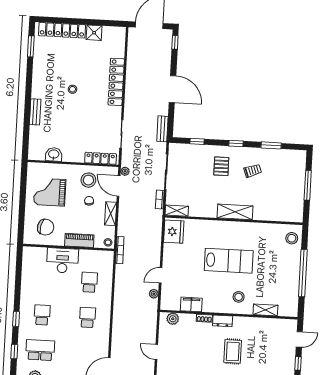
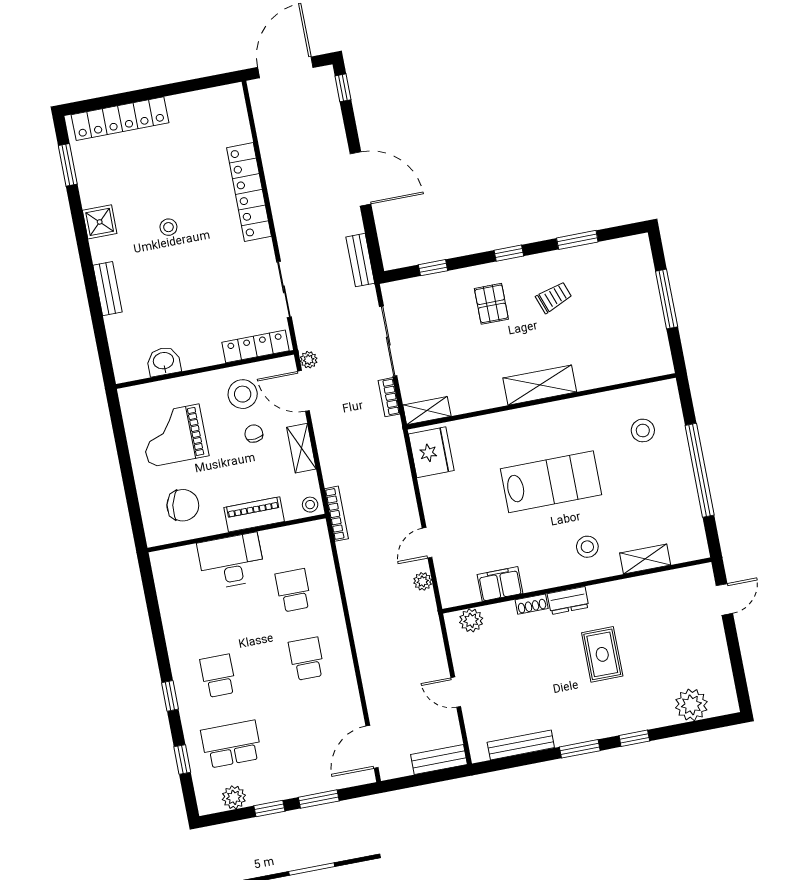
shower: (94, 33) -> (100, 222), moved
stool: (292, 238) -> (643, 430), moved
window: (298, 363) -> (733, 646), removed

